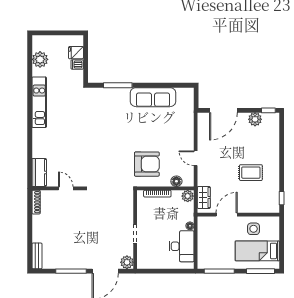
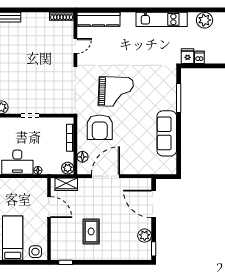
fridge: (76, 53) -> (188, 56), moved
grand piano: (111, 148) -> (116, 92), added
door: (196, 158) -> (106, 176), width x1.87
kitchen counter: (39, 172) -> (98, 19), width x1.50
side table: (254, 229) -> (35, 252), moved

